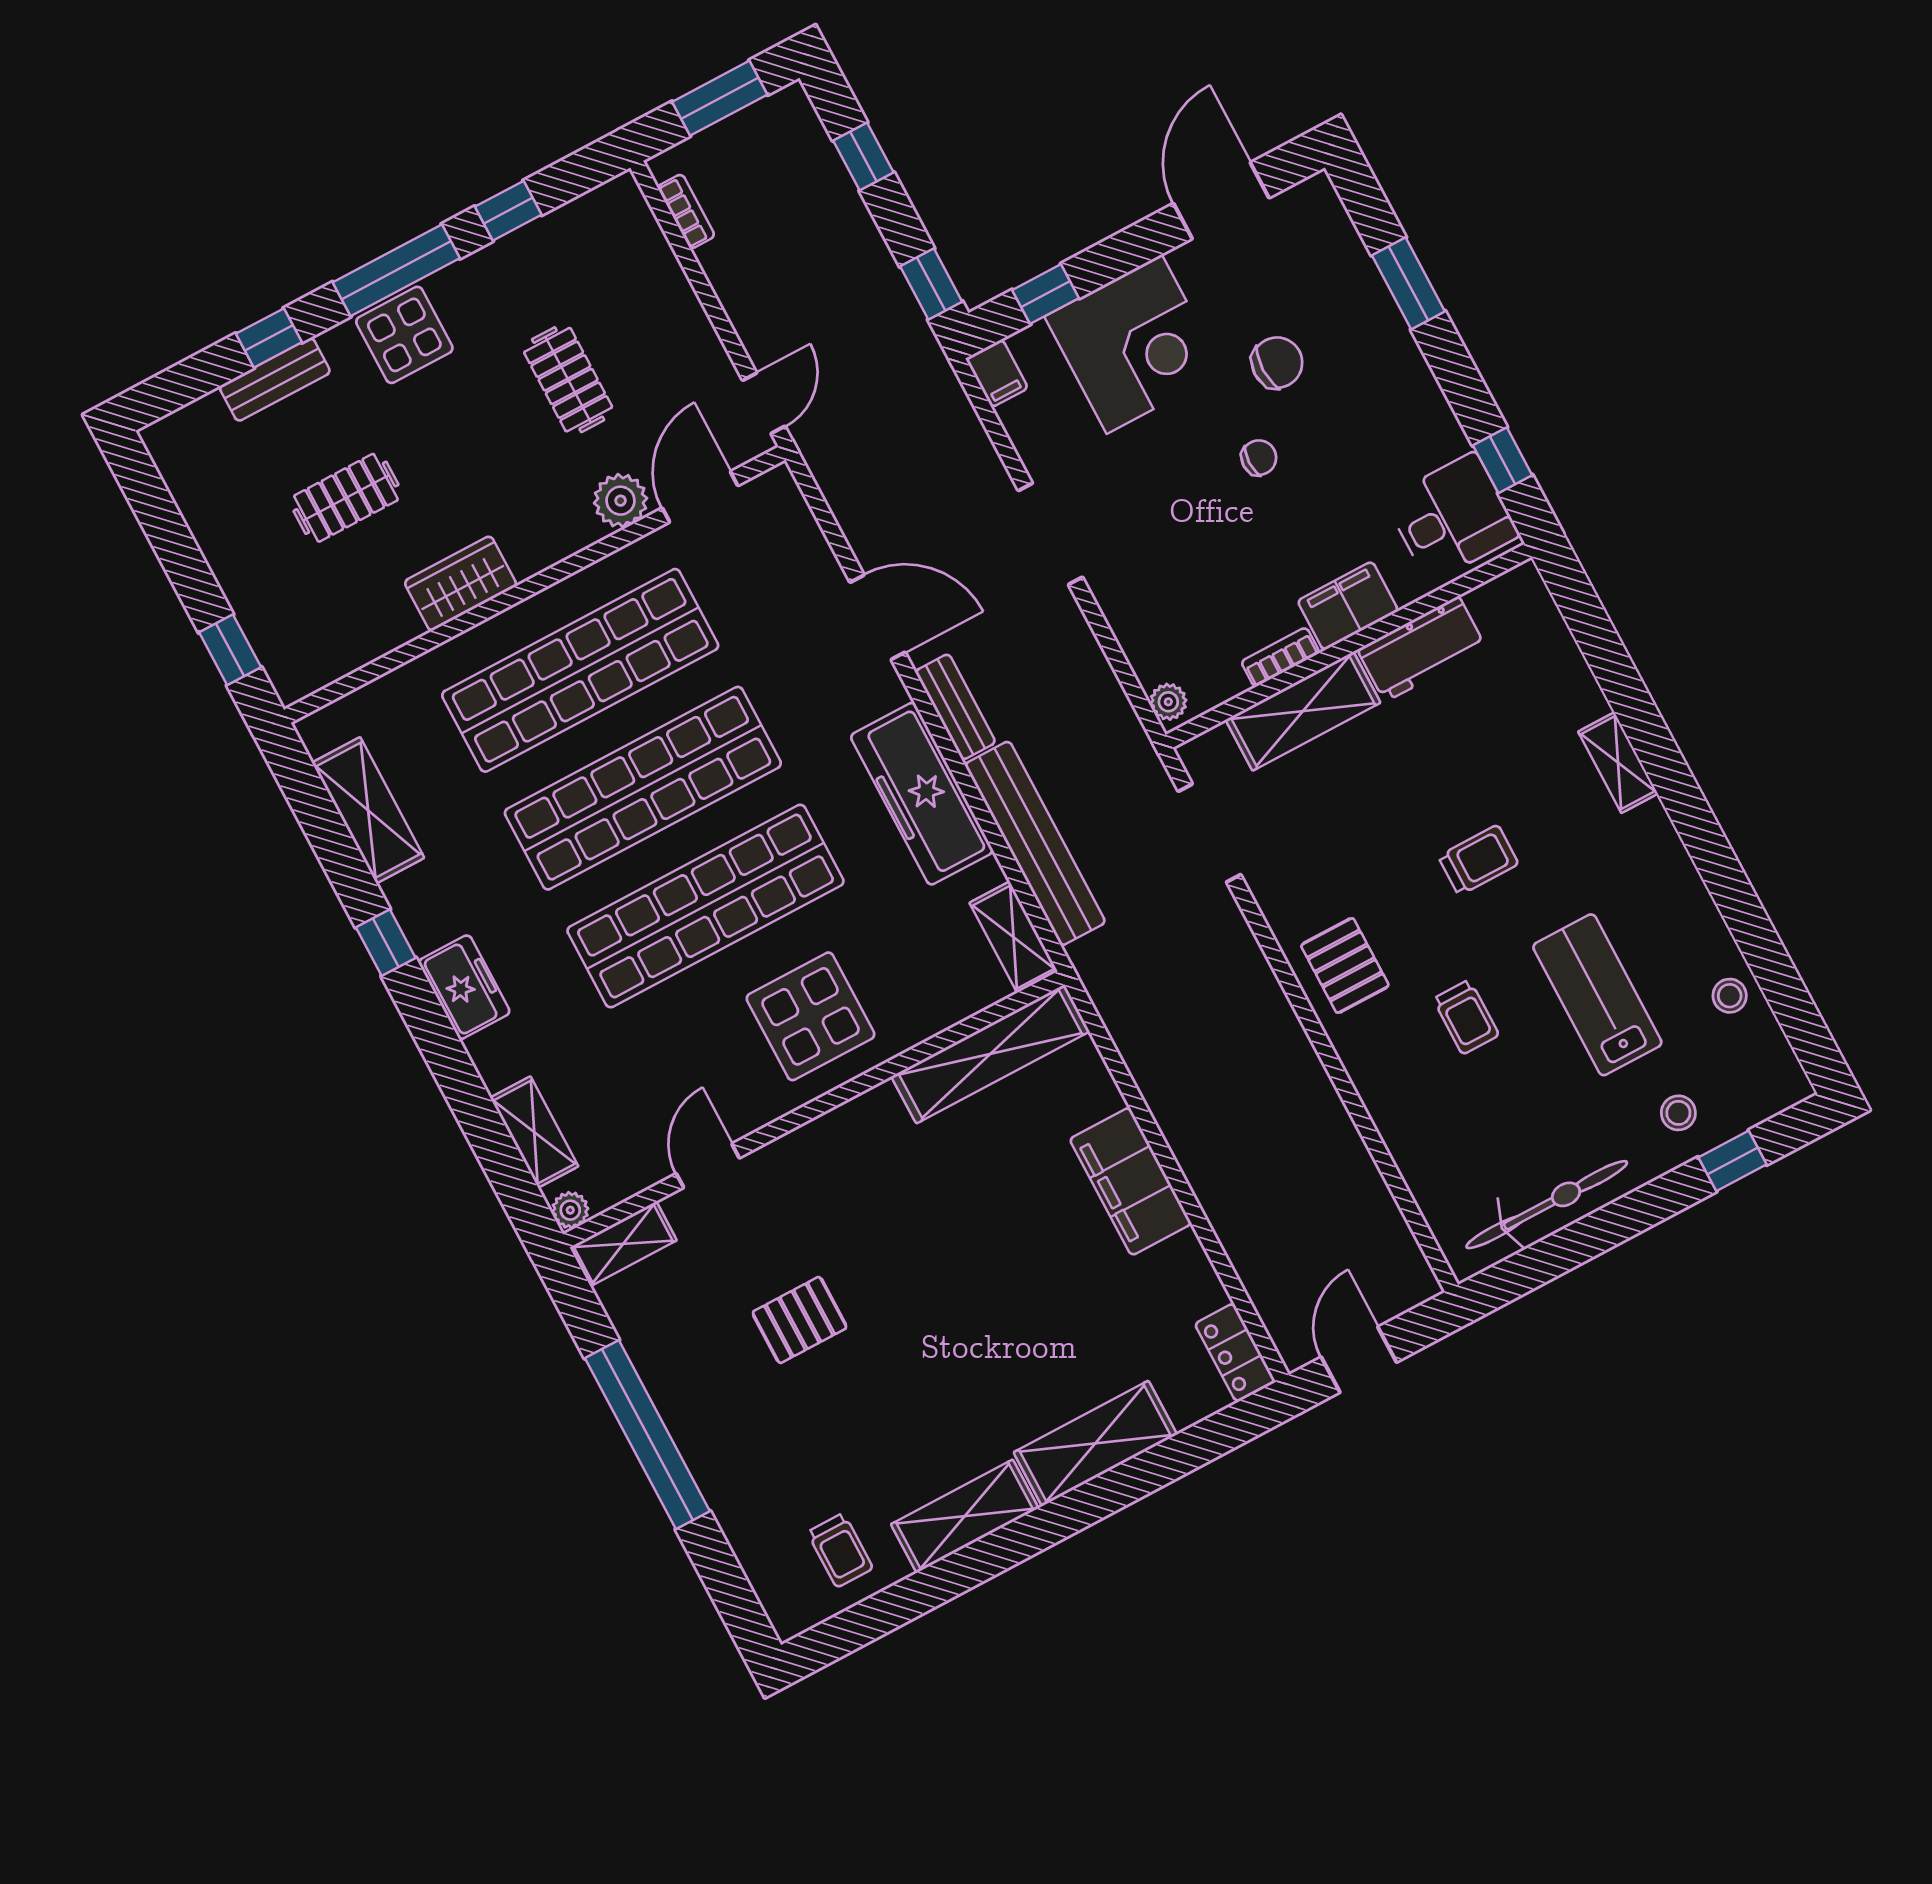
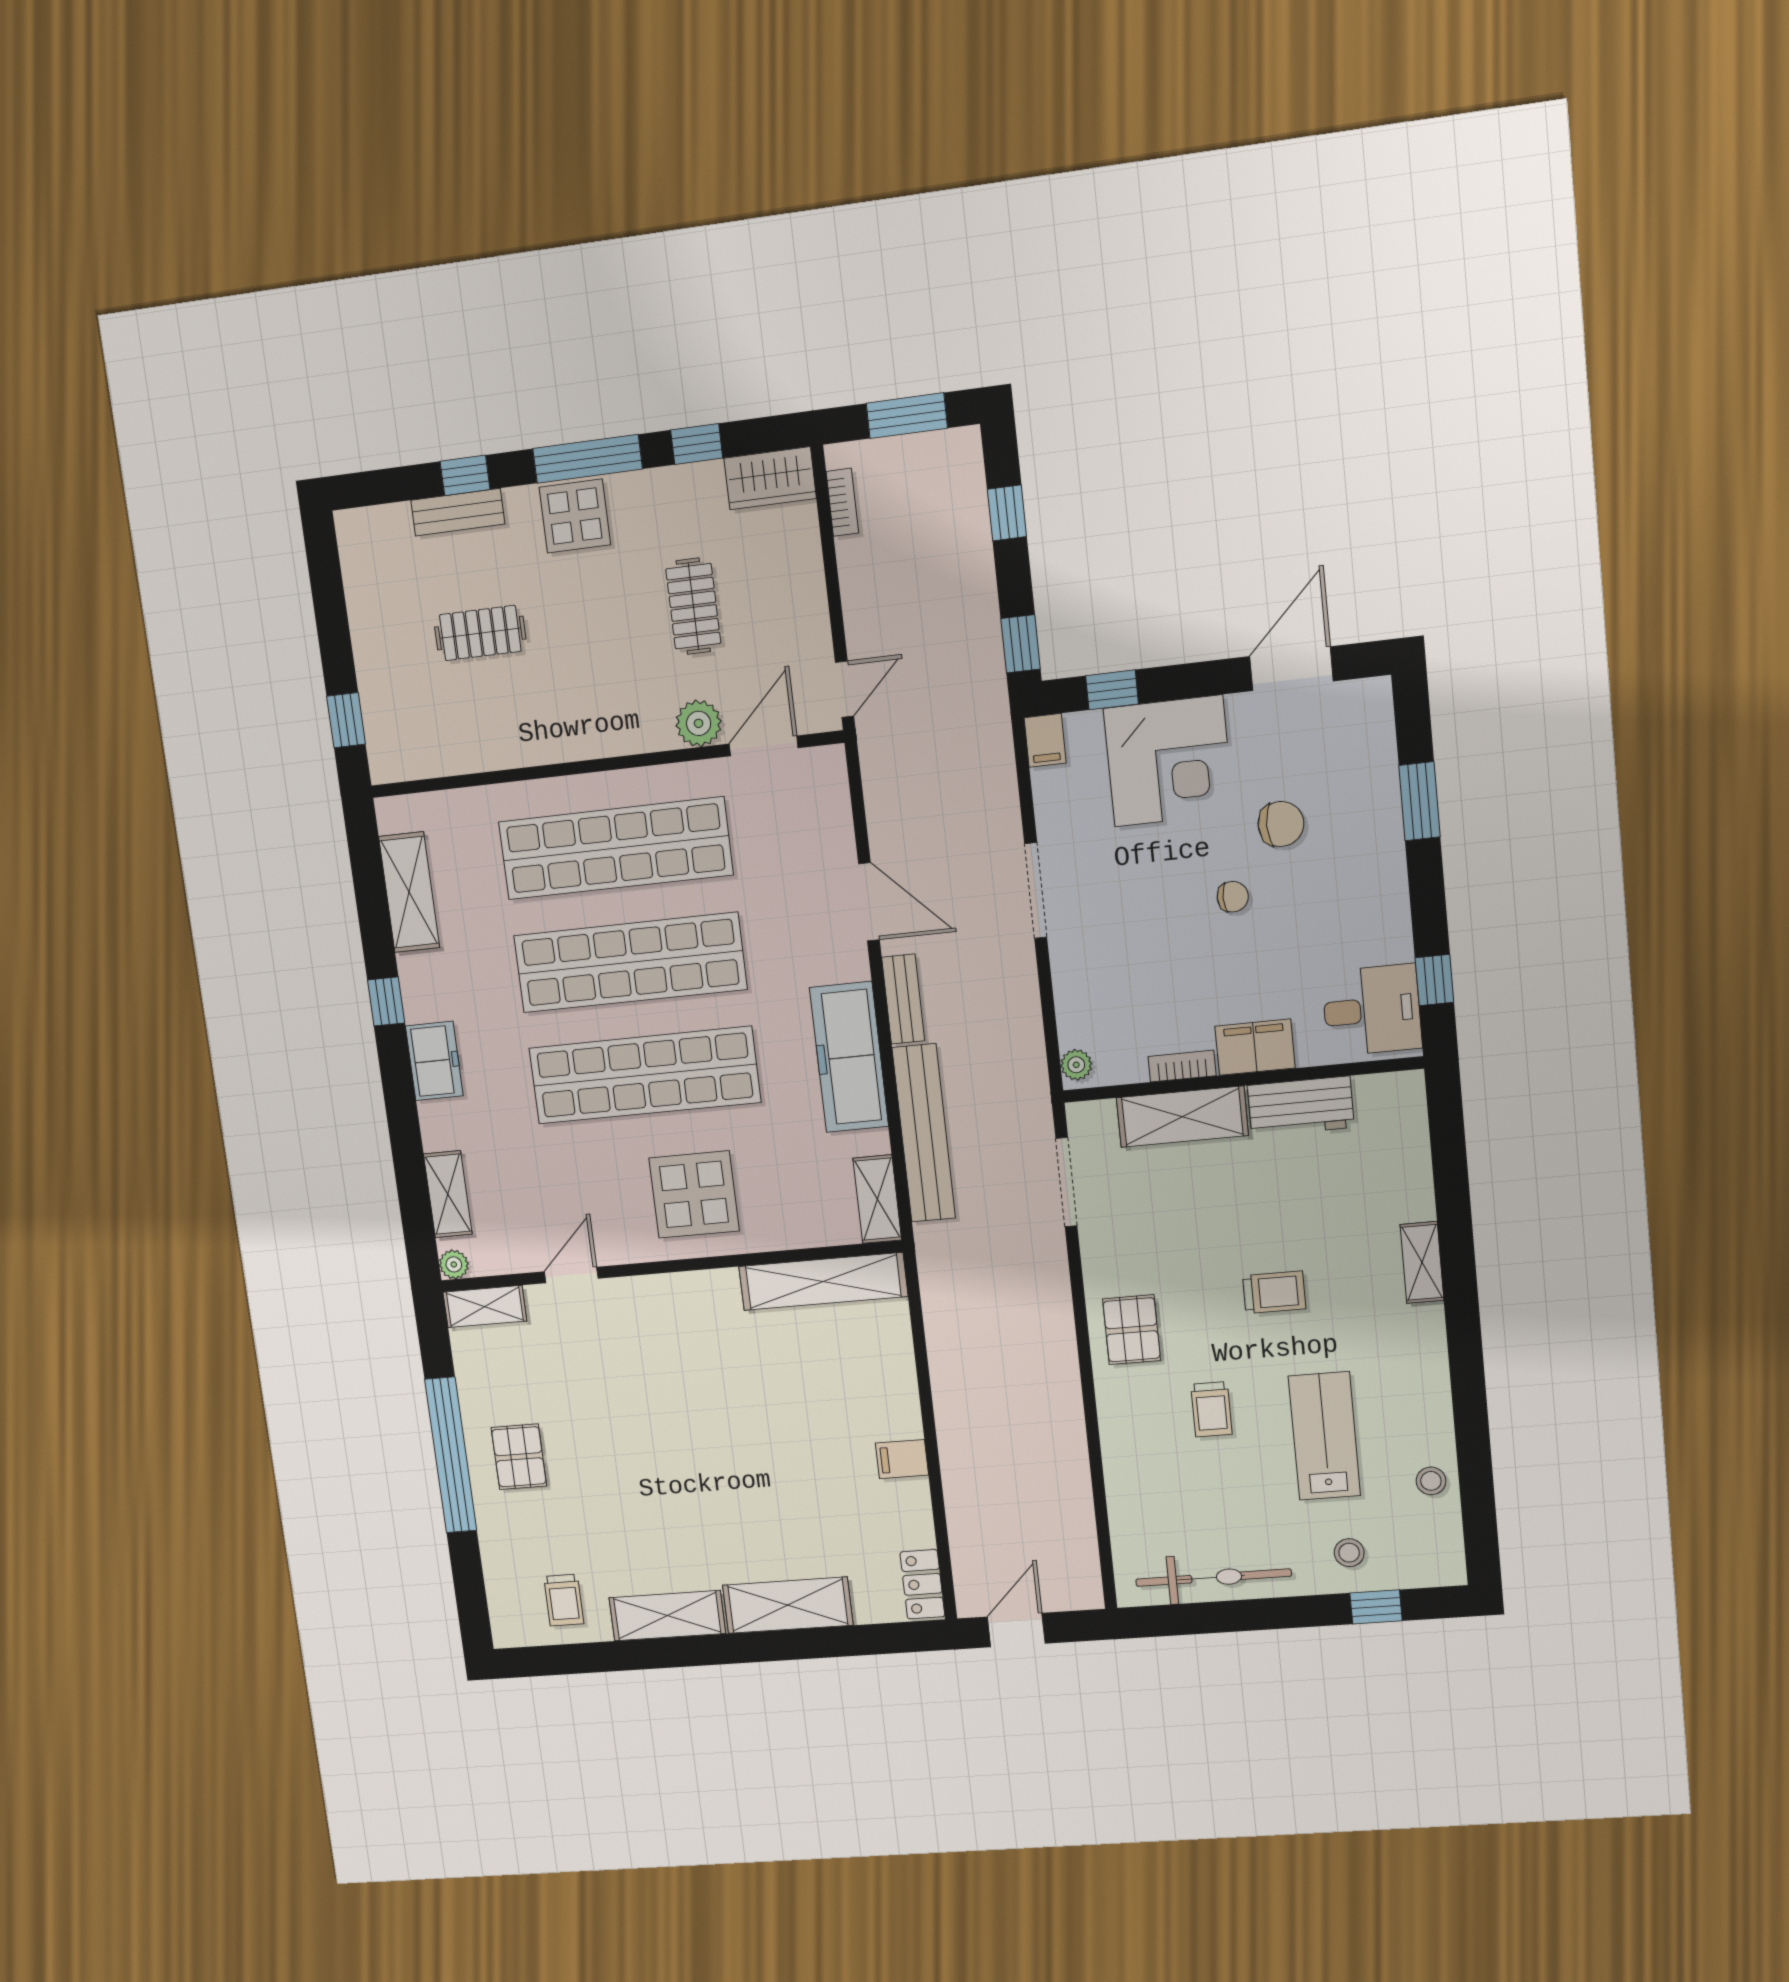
wardrobe: (461, 583) -> (770, 478), moved, turned 180
filing cabinet: (1130, 1181) -> (902, 1459), width x0.33, depth x0.86
pallet: (800, 1320) -> (519, 1457), moved, turned 90

